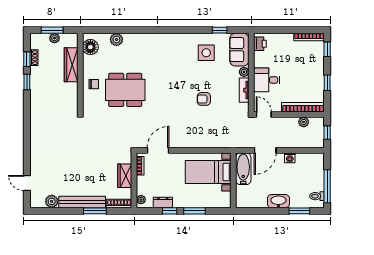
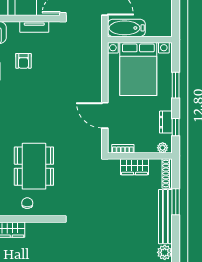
plant: (244, 72) -> (13, 27), removed
armchair: (204, 99) -> (23, 61), moved
door: (158, 150) -> (105, 115), moved
bed with nightstands: (208, 172) -> (138, 69), width x1.36
window: (170, 211) -> (176, 127), moved

